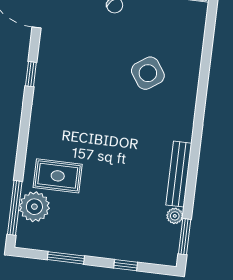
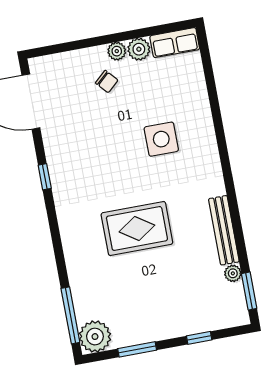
side table: (148, 73) -> (161, 139), turned 34
rug: (58, 176) -> (137, 229), moved, width x1.36, depth x1.43
plant: (34, 207) -> (95, 337), moved

